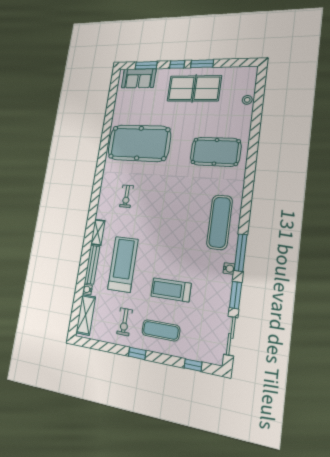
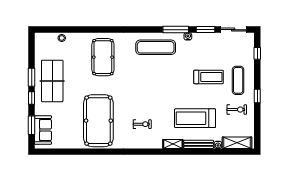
treadmill: (171, 290) -> (209, 77), turned -90

